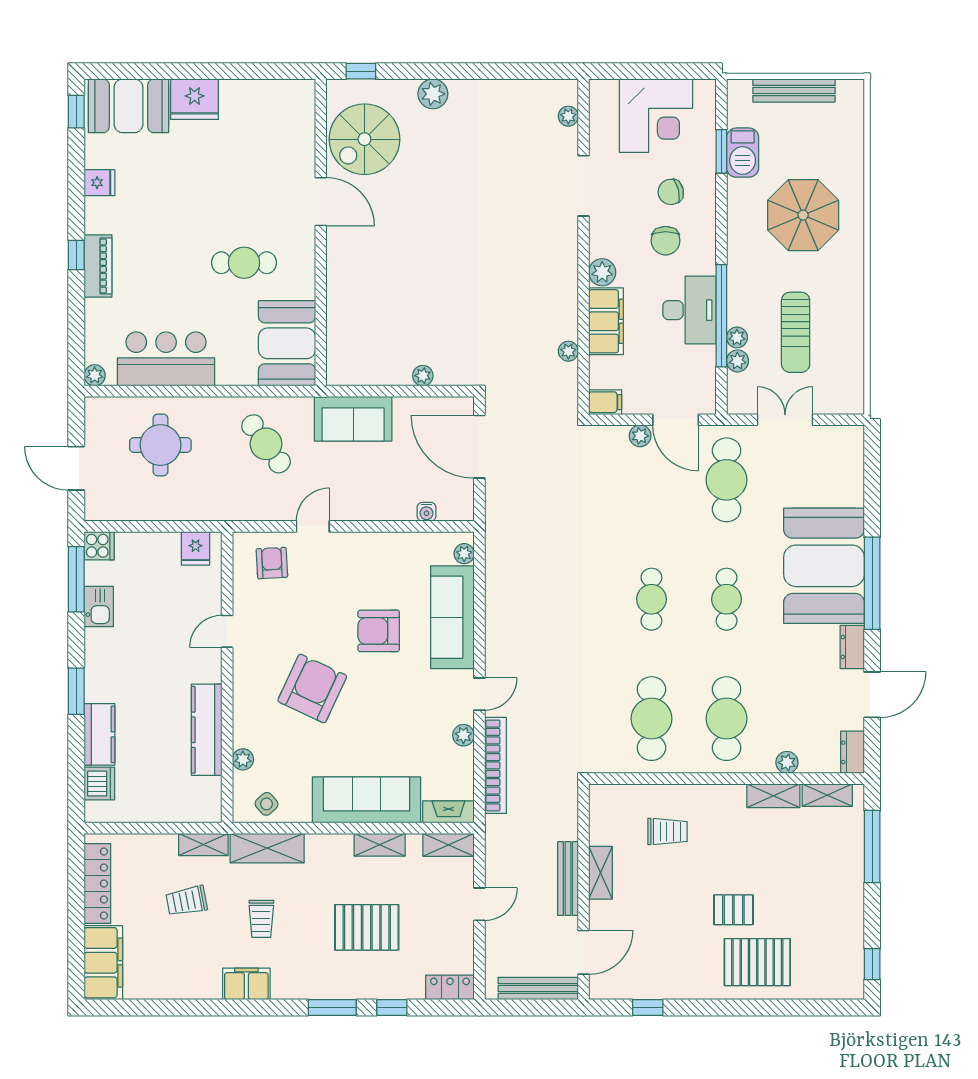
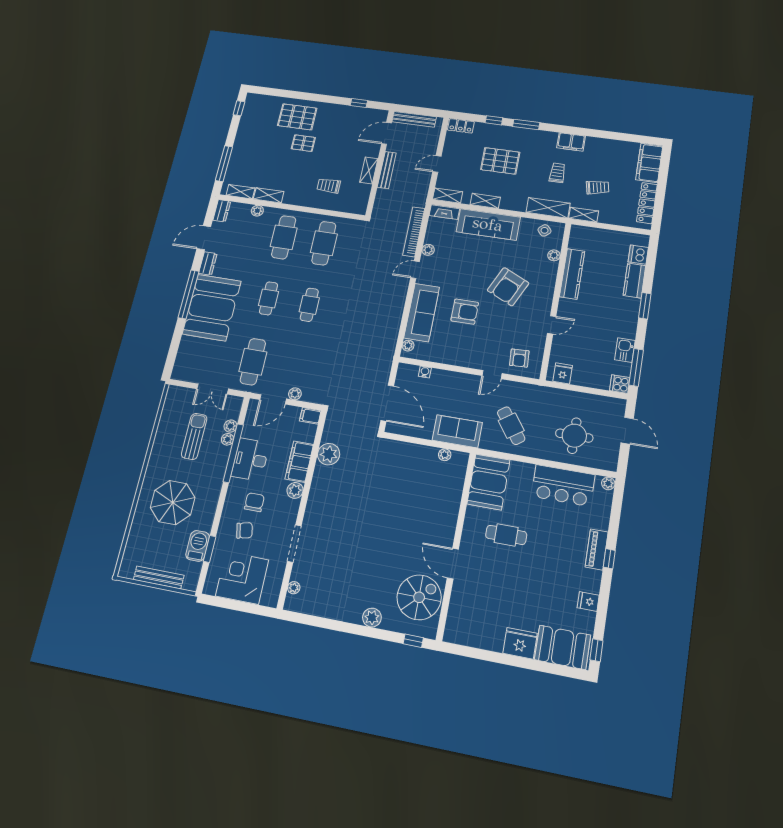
plant: (568, 351) -> (329, 454), width x1.87, depth x1.87
plant: (423, 376) -> (445, 455), moved
door: (676, 420) -> (273, 399), swing flipped

